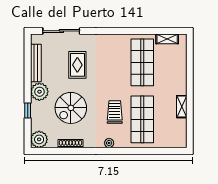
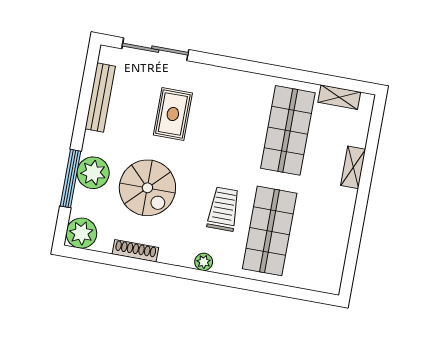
plant: (39, 92) -> (93, 173), moved
shelving: (182, 107) -> (353, 167), moved
spiral stairs: (71, 108) -> (147, 188), turned -90
window: (28, 111) -> (70, 179), width x2.17

